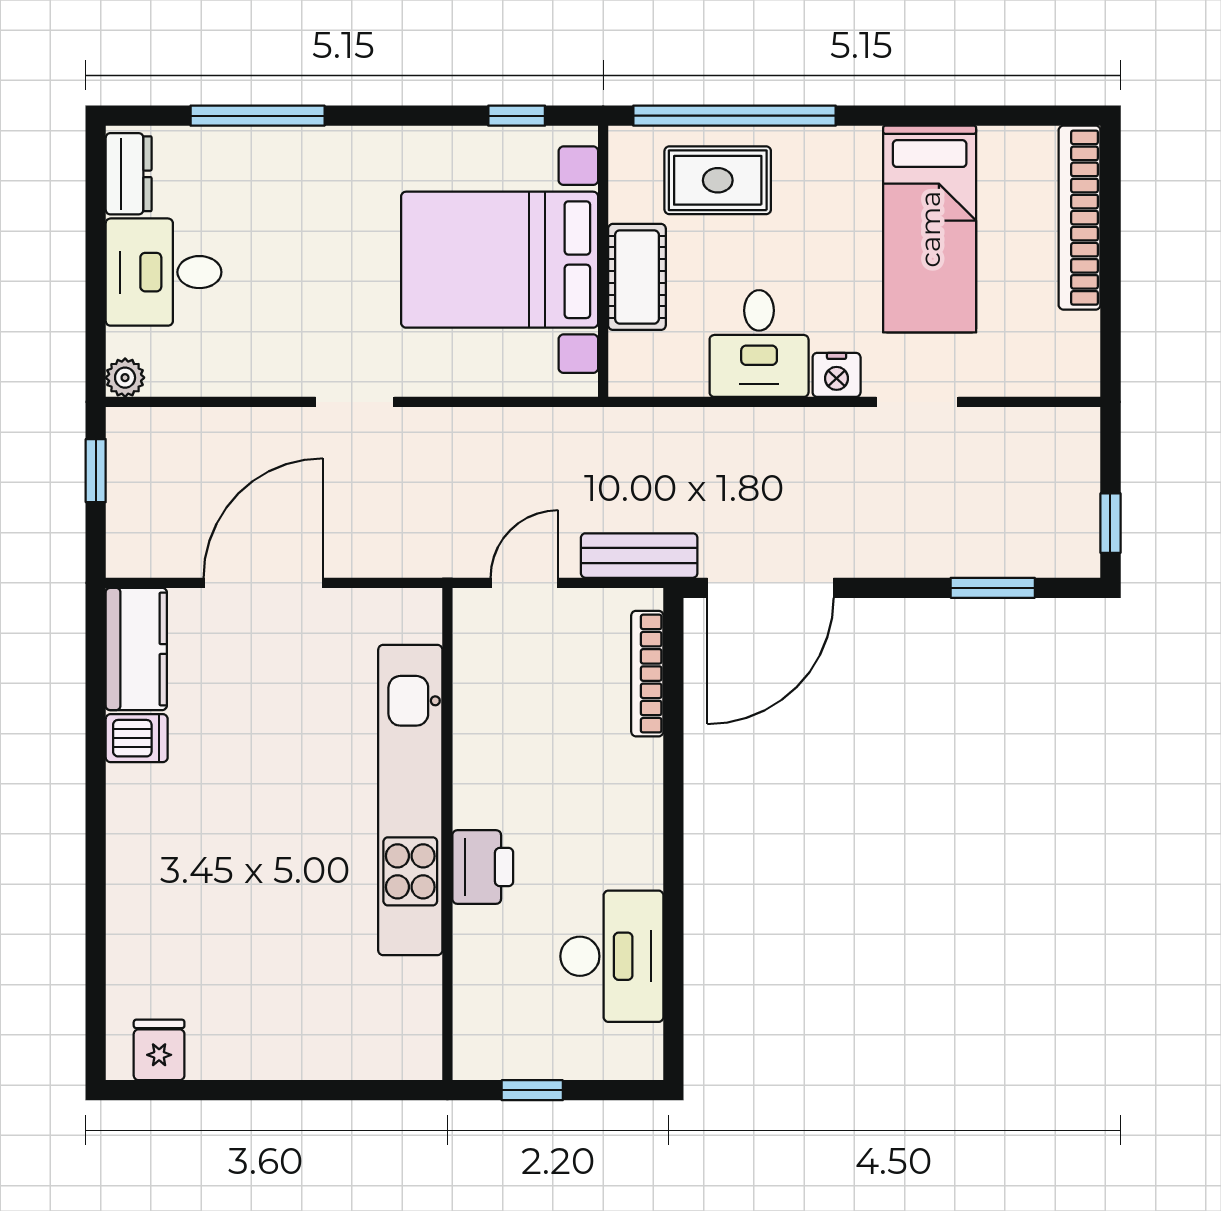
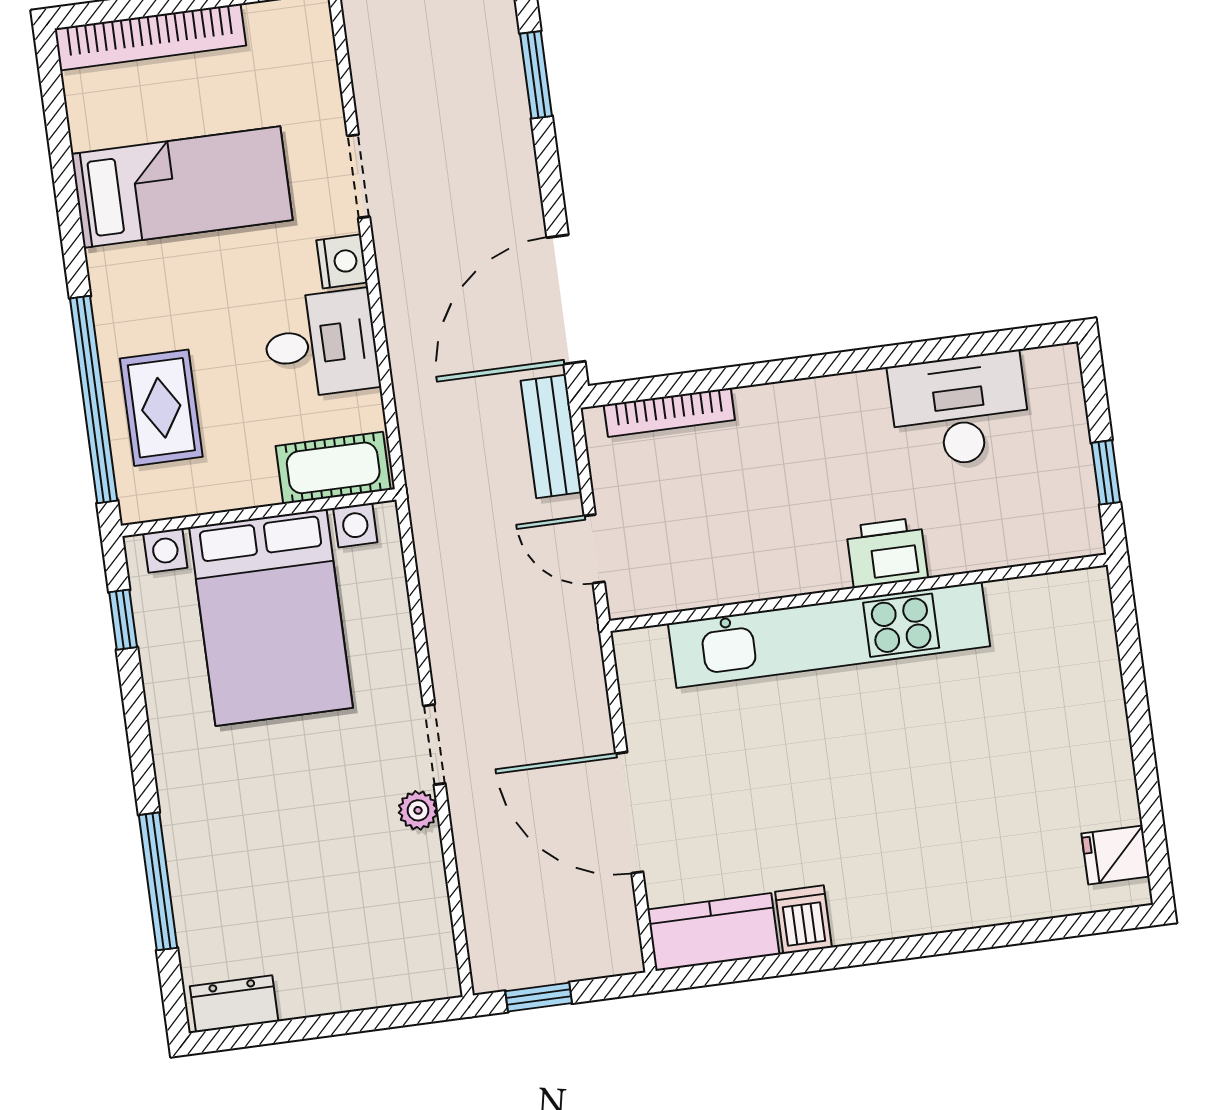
desk: (164, 272) -> (329, 955), removed
cot: (637, 277) -> (333, 468), moved
plant: (125, 378) -> (418, 810), moved
door: (771, 588) -> (566, 299), swing flipped

